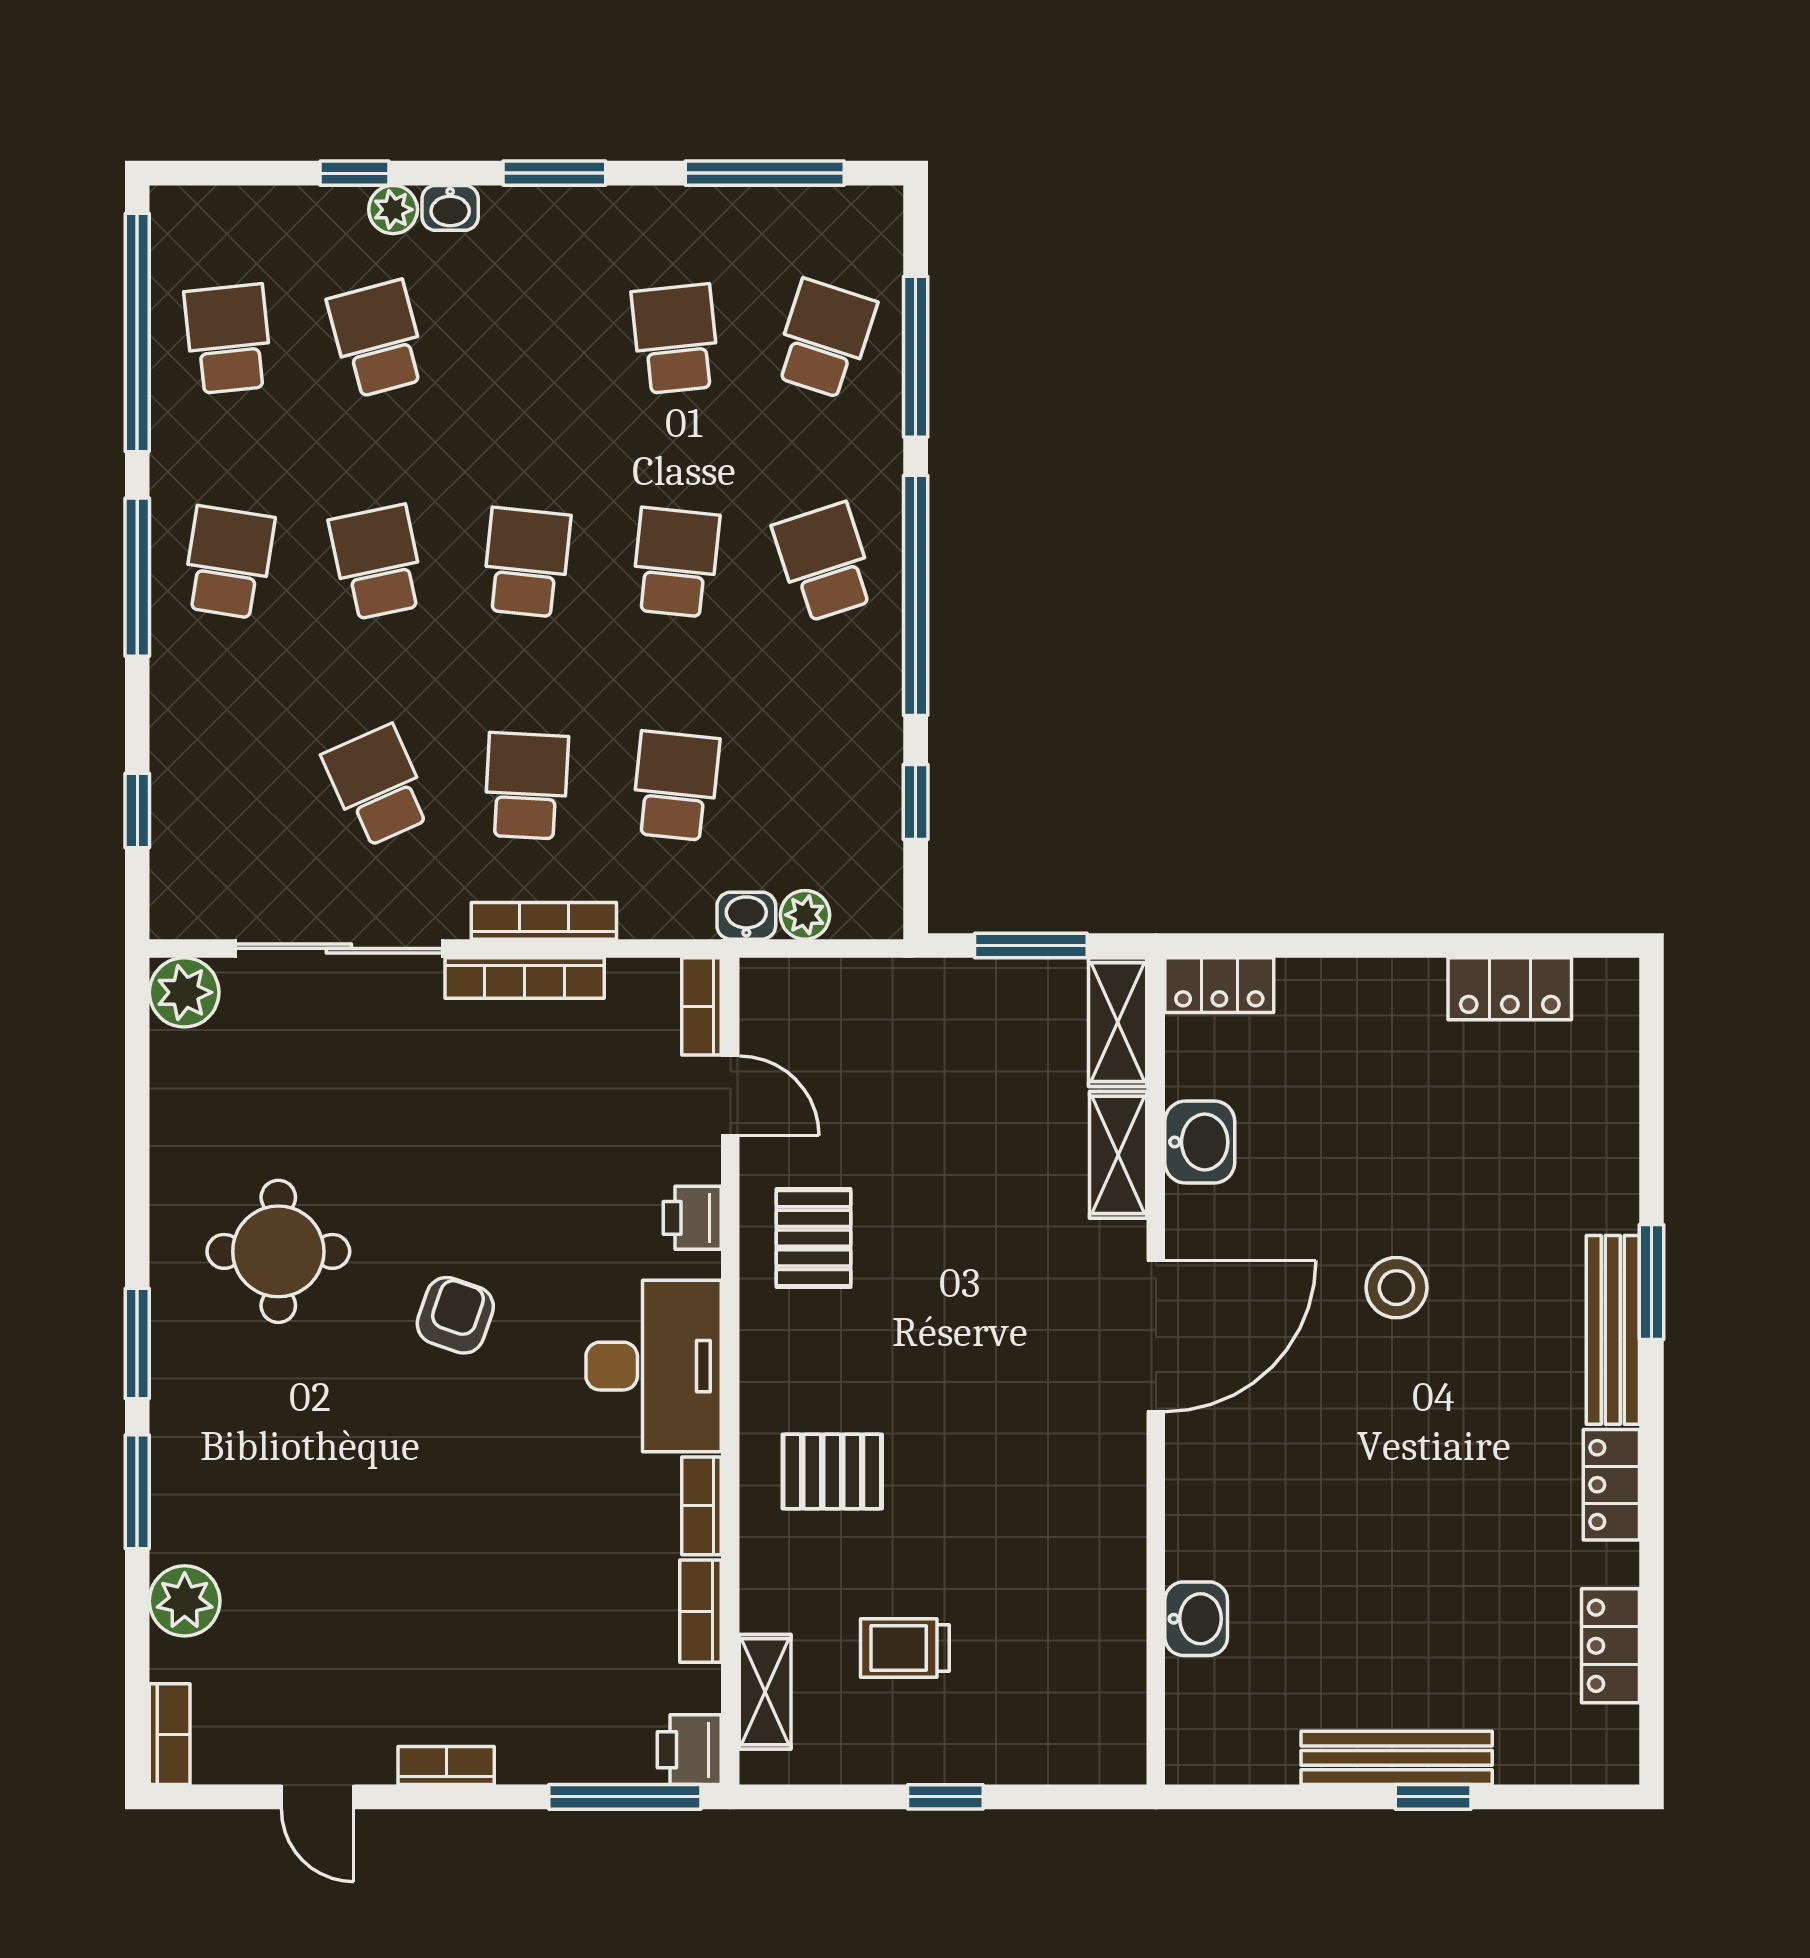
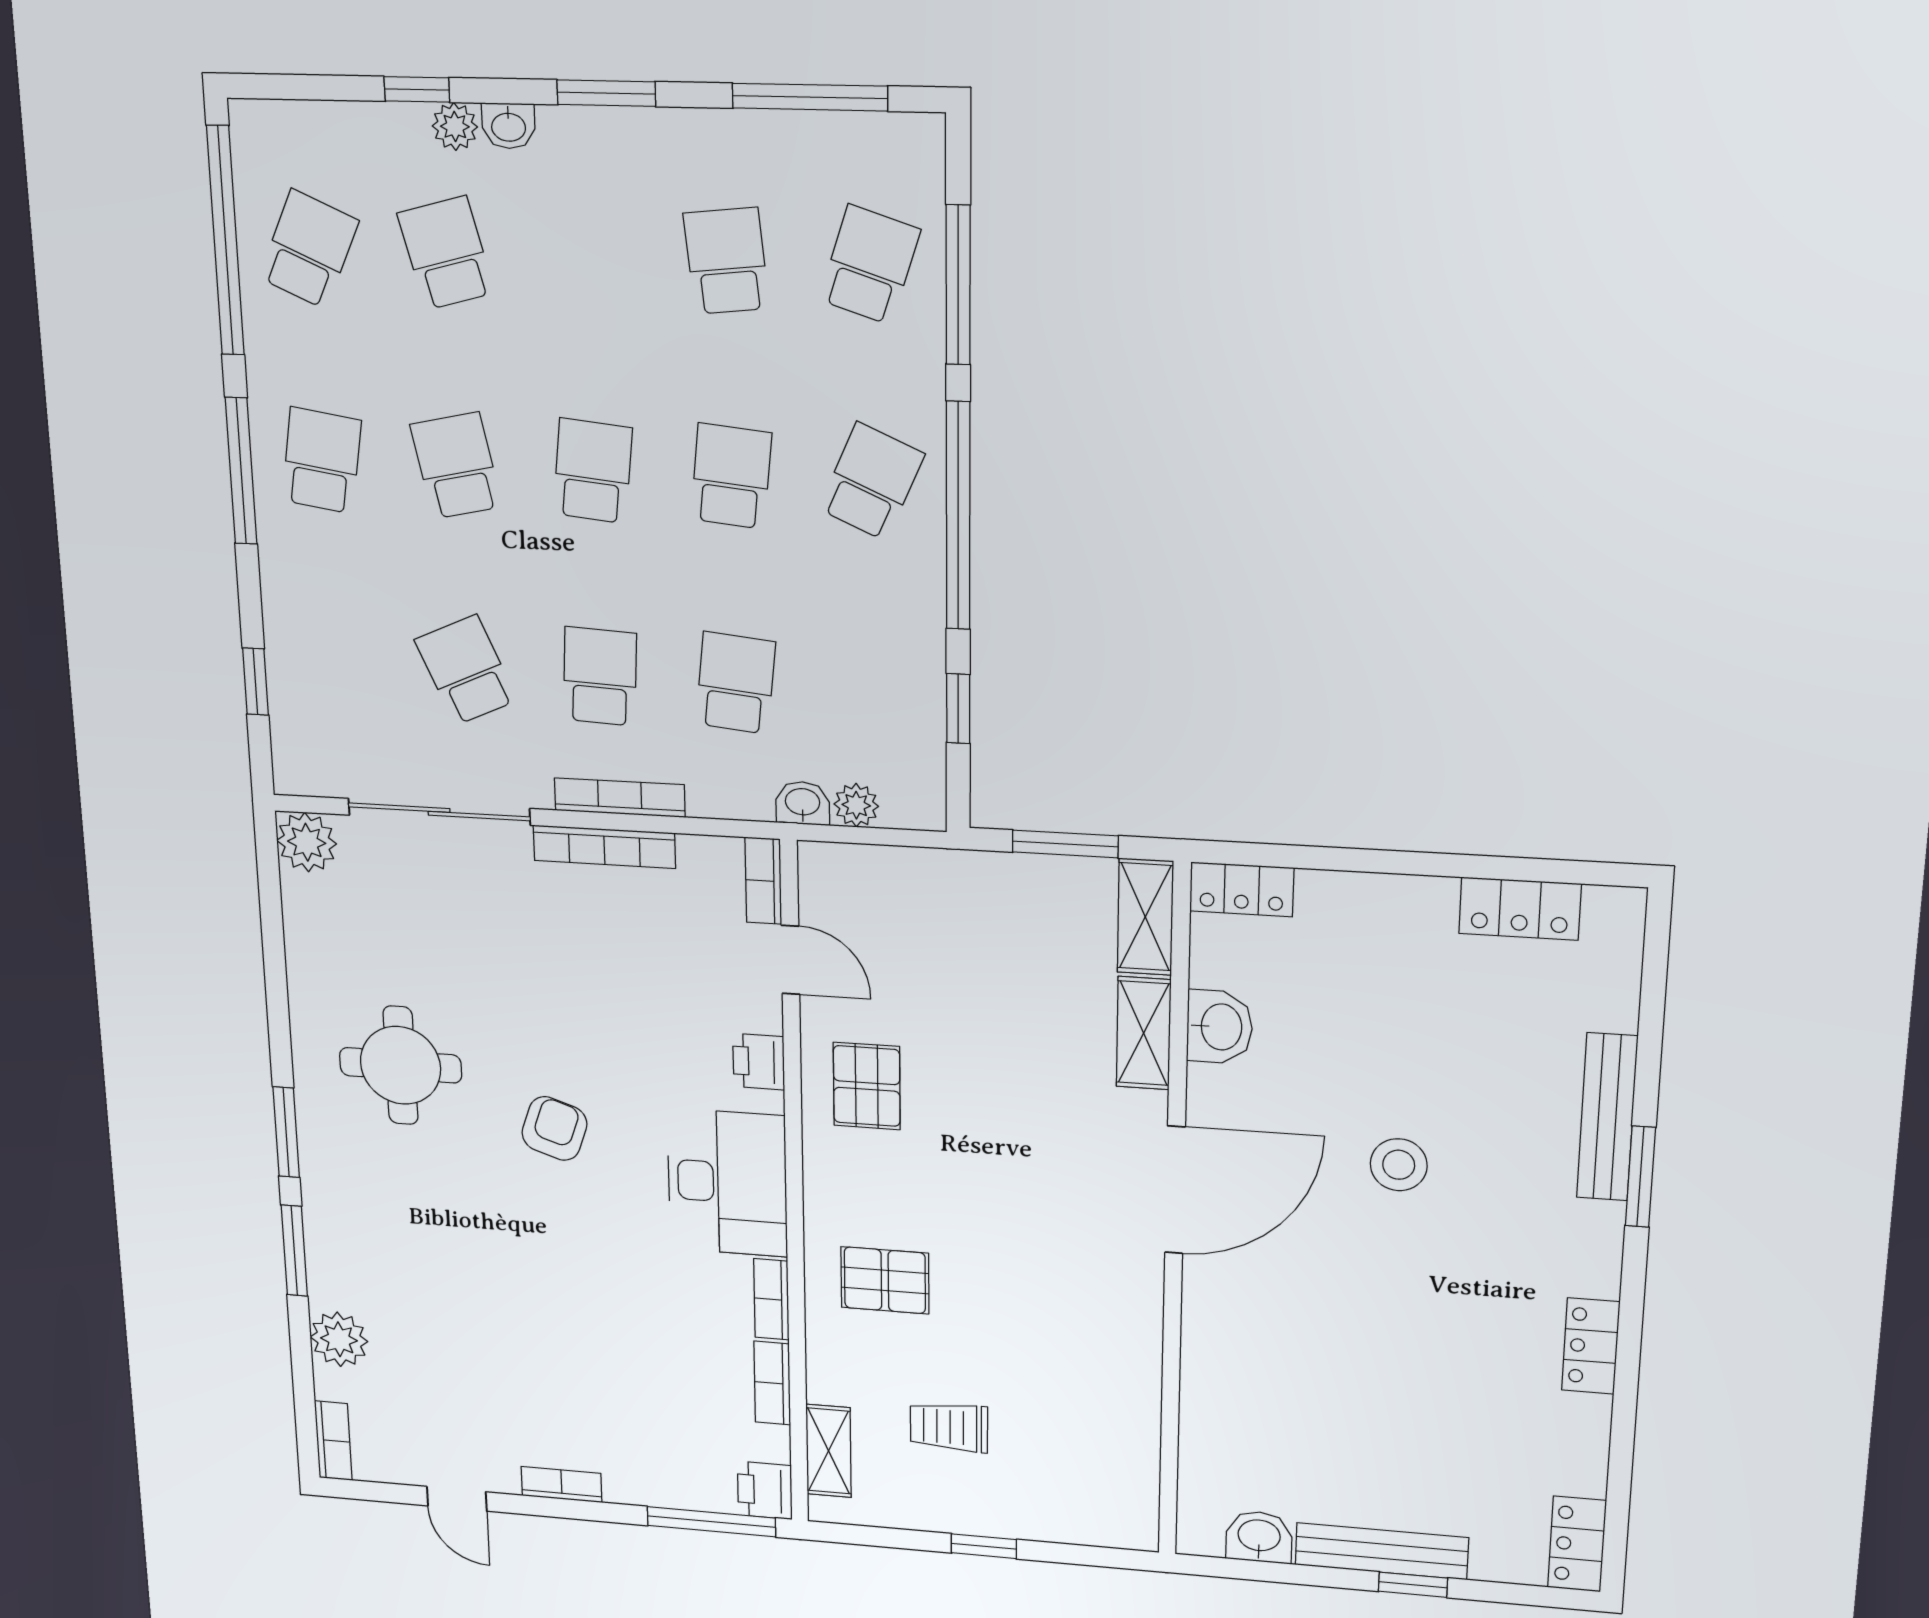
school desk: (228, 339) -> (309, 249), turned 30
school desk: (825, 562) -> (871, 482), turned 42
bench: (1613, 1330) -> (1607, 1117), moved
washbasin: (1196, 1619) -> (1259, 1537), moved, turned -90
locker: (1610, 1646) -> (1577, 1544), moved

